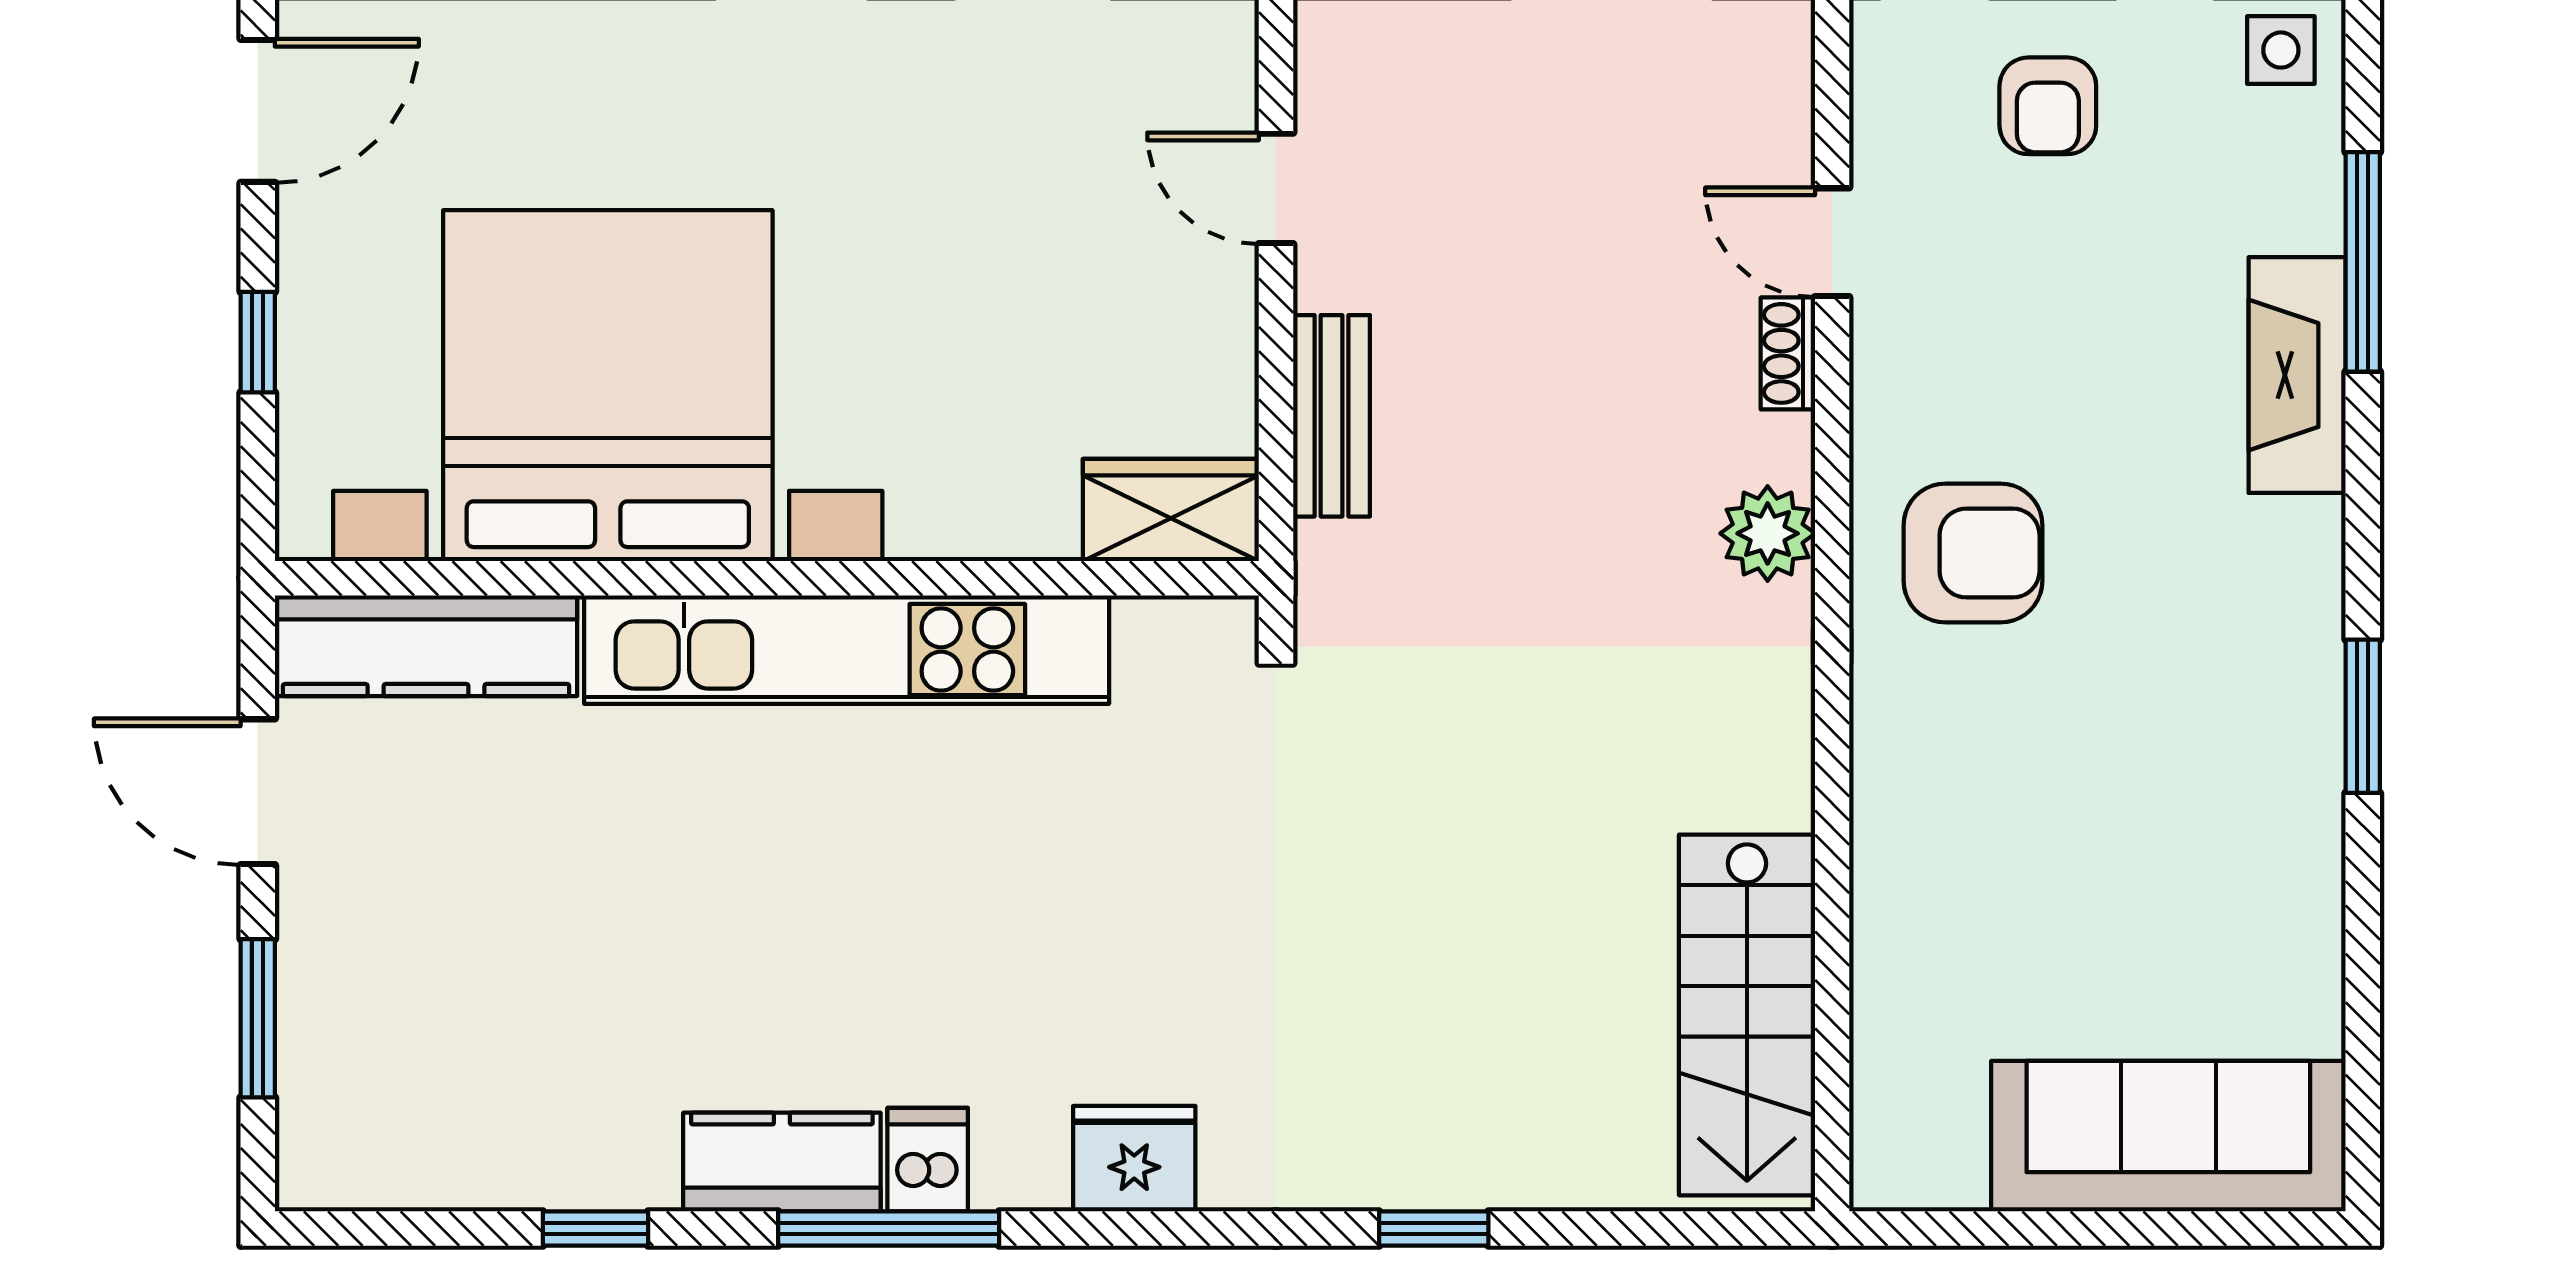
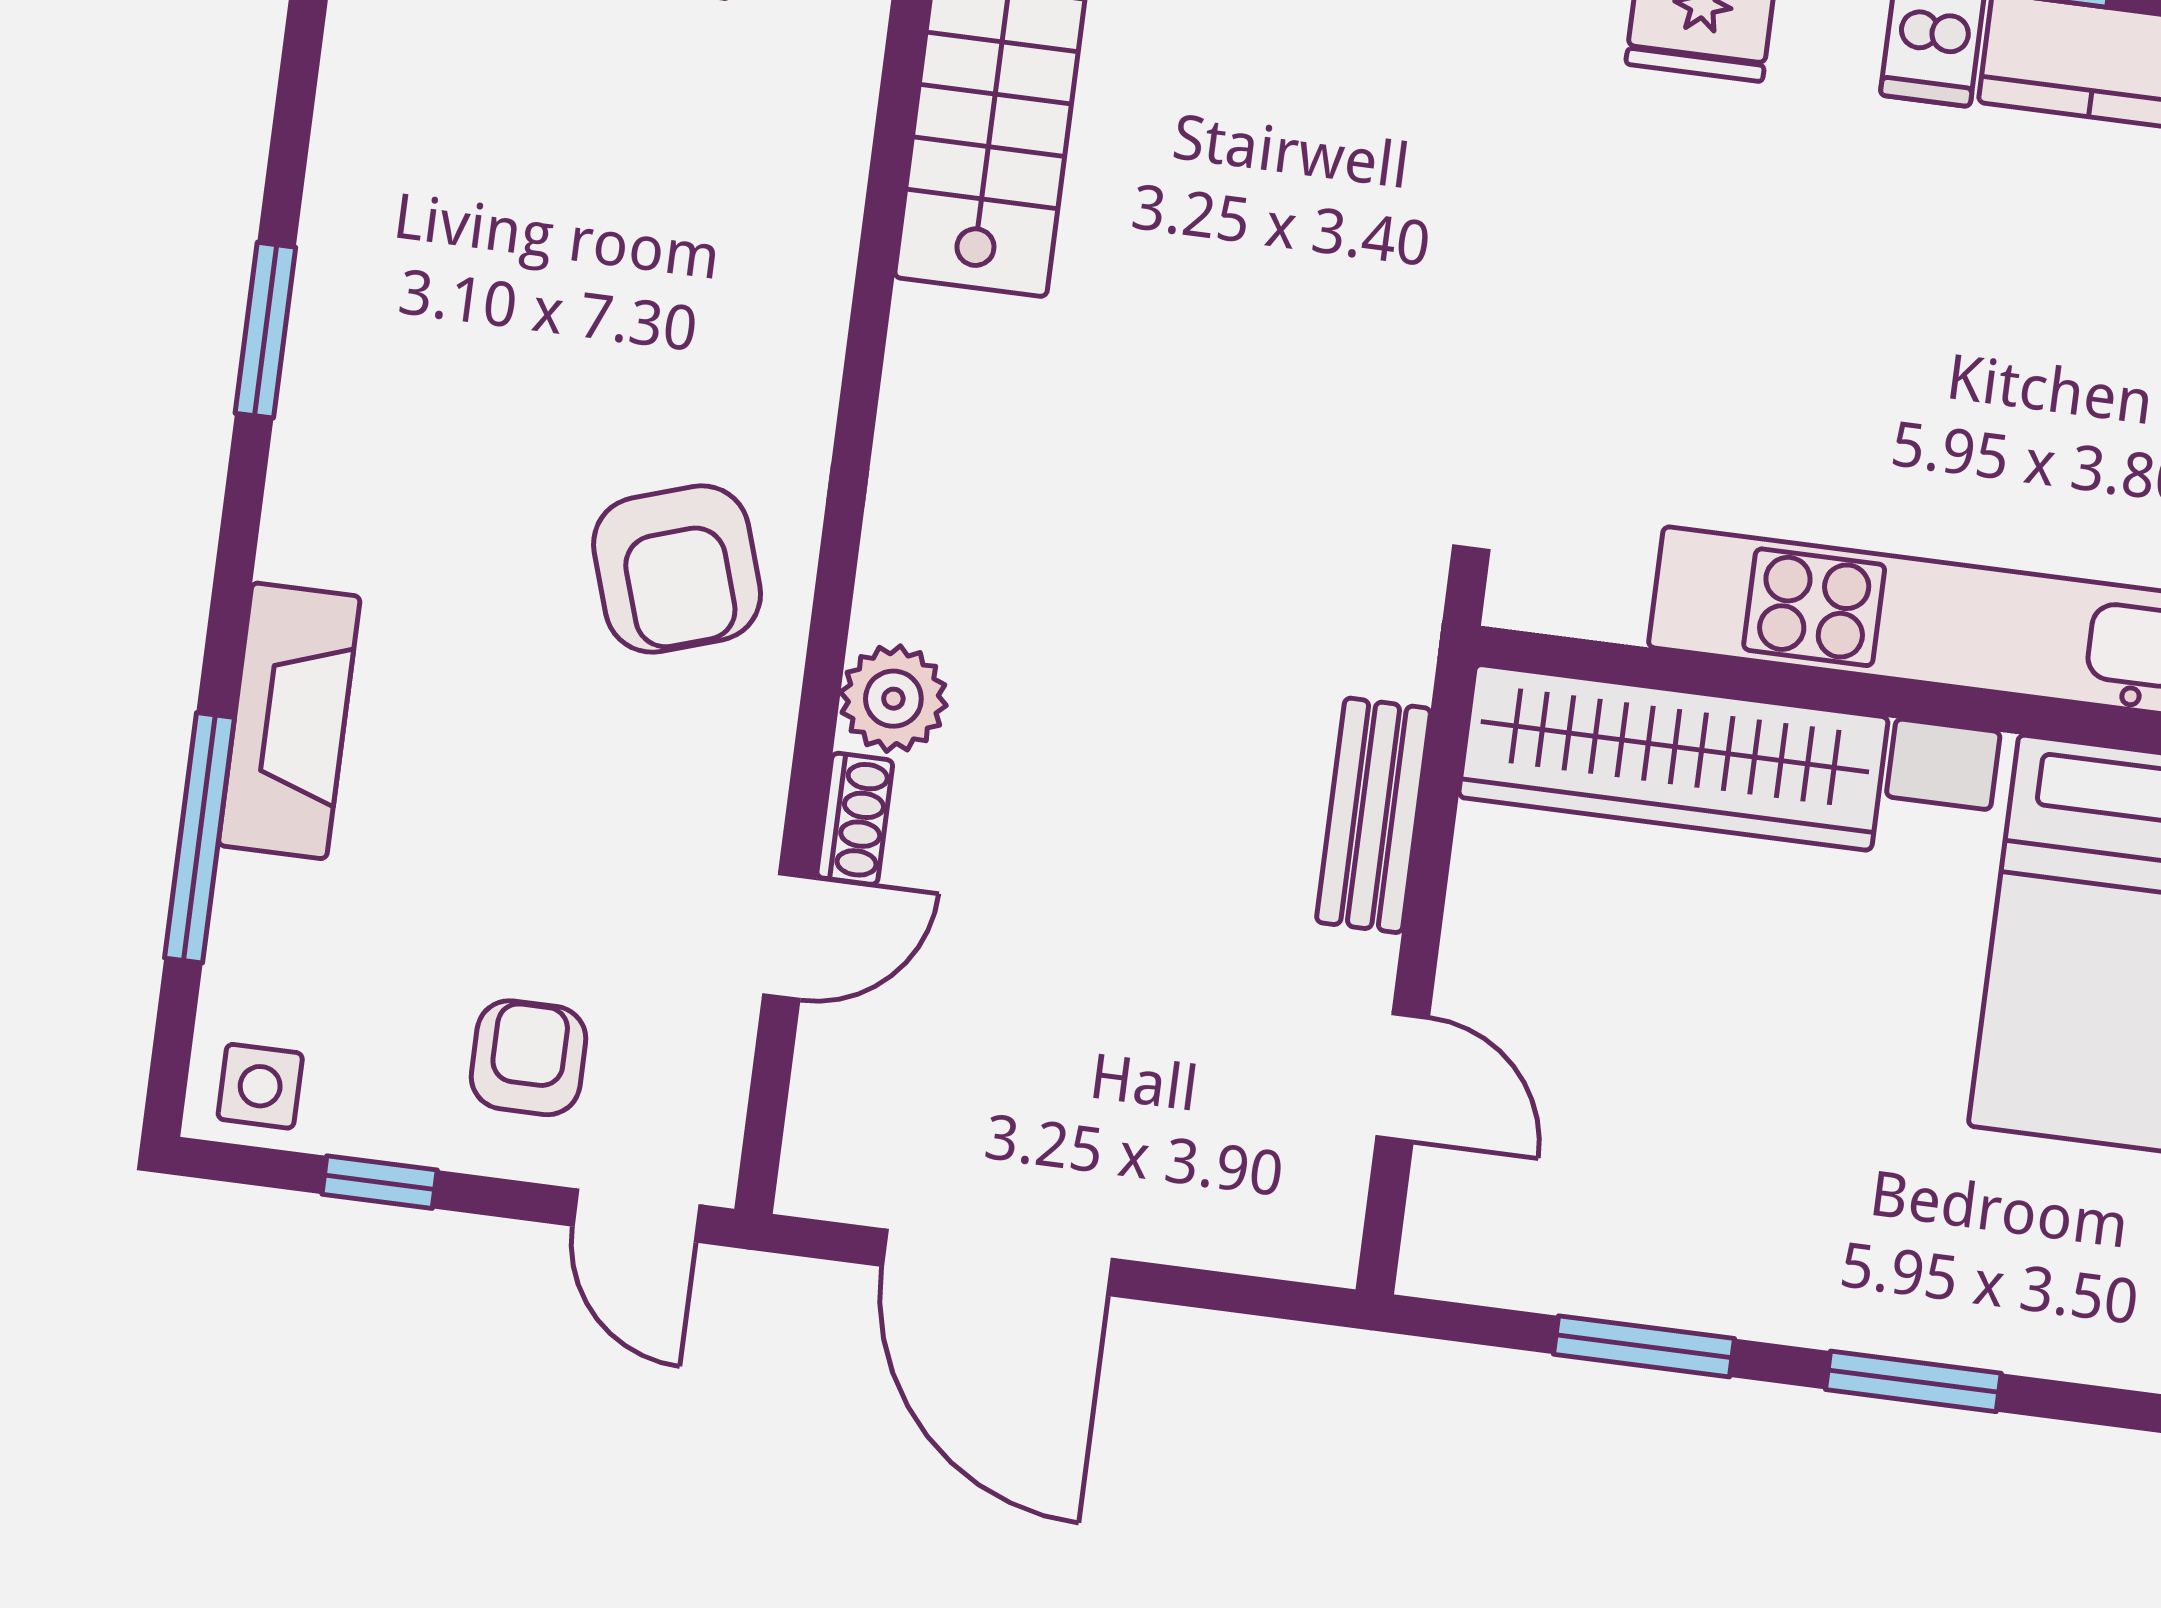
door: (1832, 242) -> (789, 936), hinge flipped
wardrobe: (1171, 510) -> (1673, 757), width x2.10, depth x1.17
plant: (1768, 533) -> (893, 699), moved
armchair: (1973, 553) -> (677, 569), turned -108

